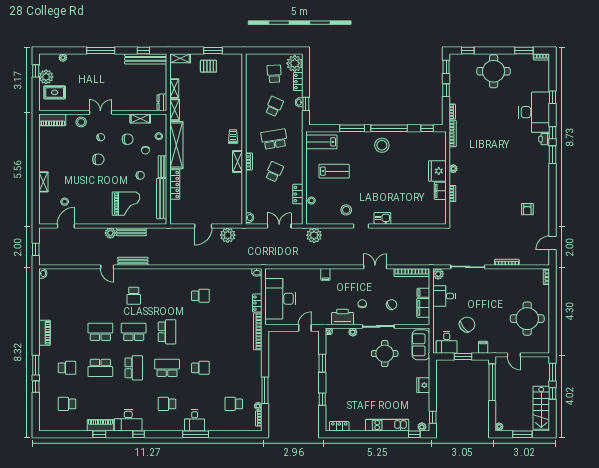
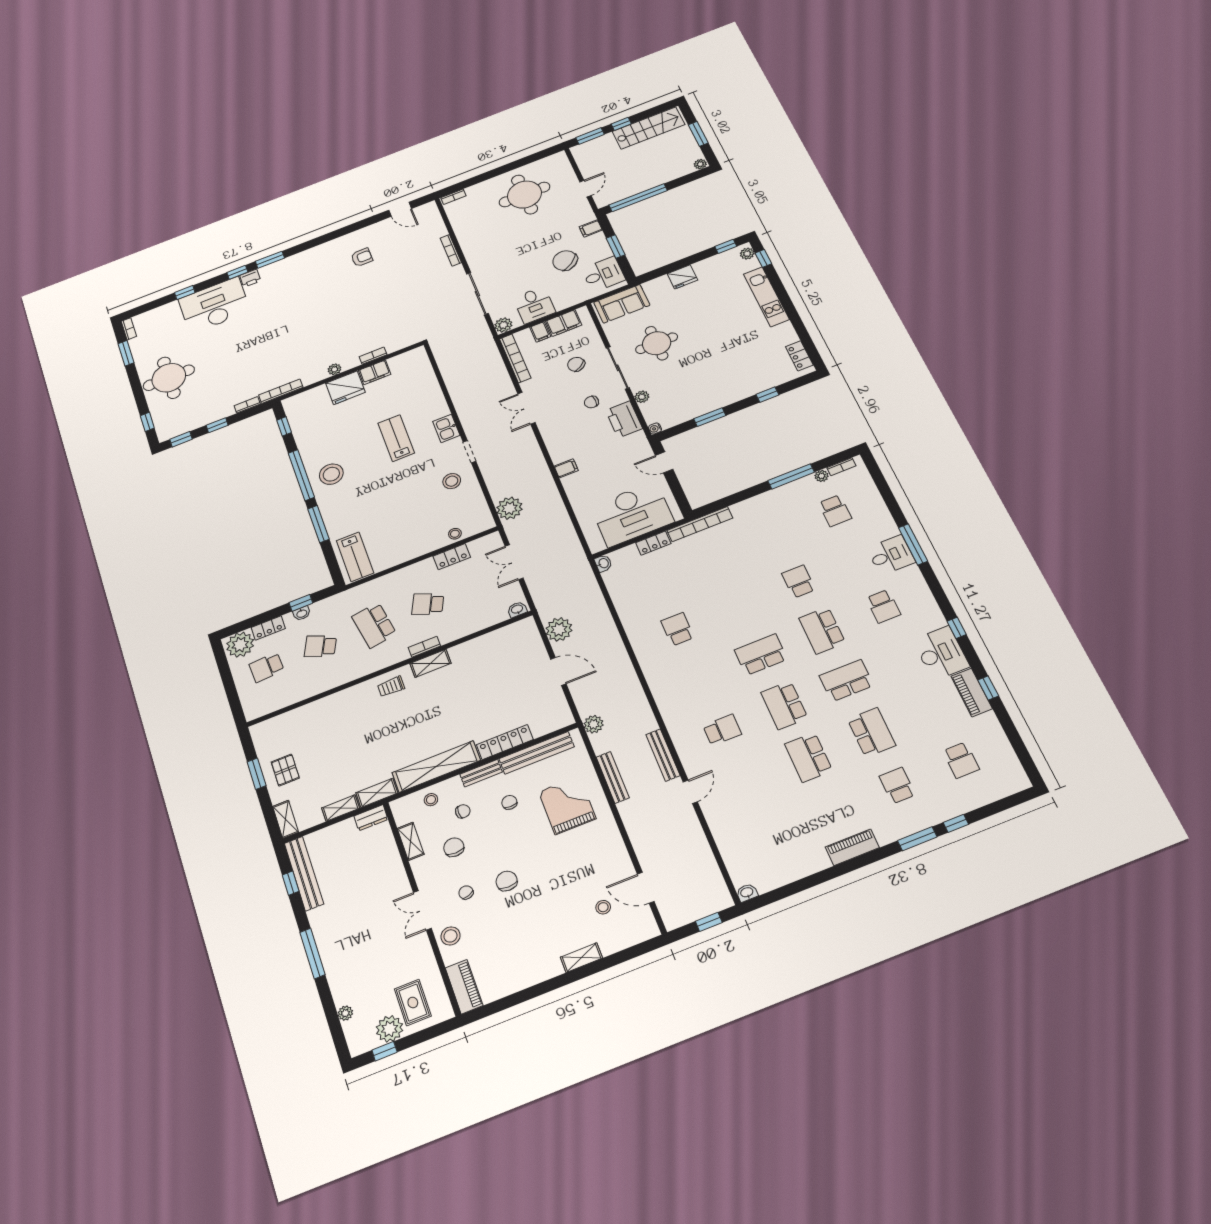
lab bench: (334, 171) -> (396, 438), moved
plant: (110, 233) -> (594, 724), moved

